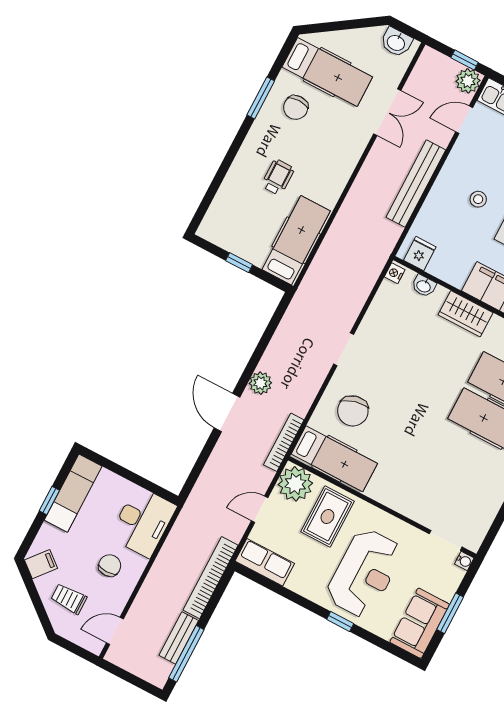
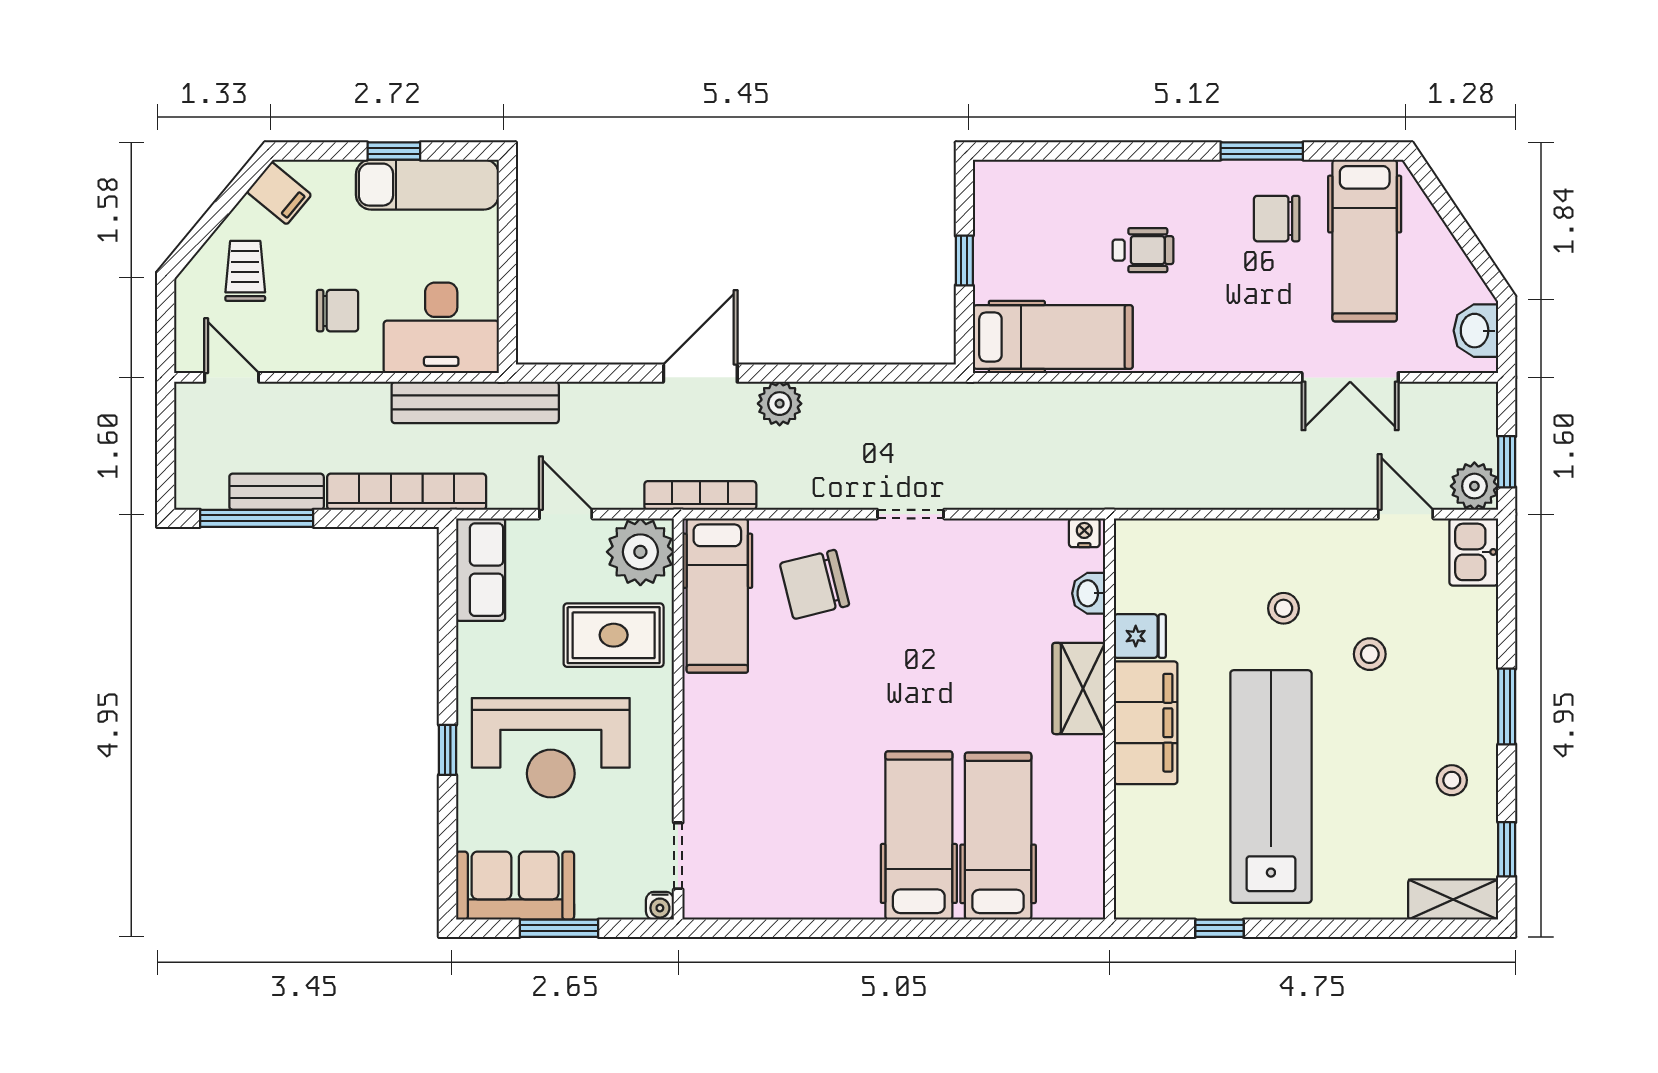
bench: (416, 184) -> (475, 402), moved
fridge: (420, 254) -> (1140, 636), moved

